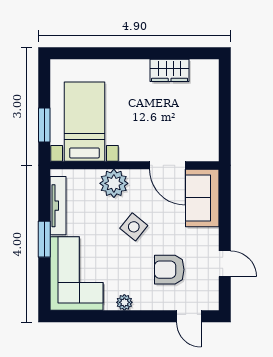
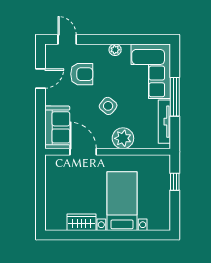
bed with nightstands: (84, 122) -> (122, 201), moved, turned 180
window: (44, 125) -> (175, 182), width x0.67
window: (44, 239) -> (175, 97), width x1.44
door: (225, 264) -> (40, 78), swing flipped

